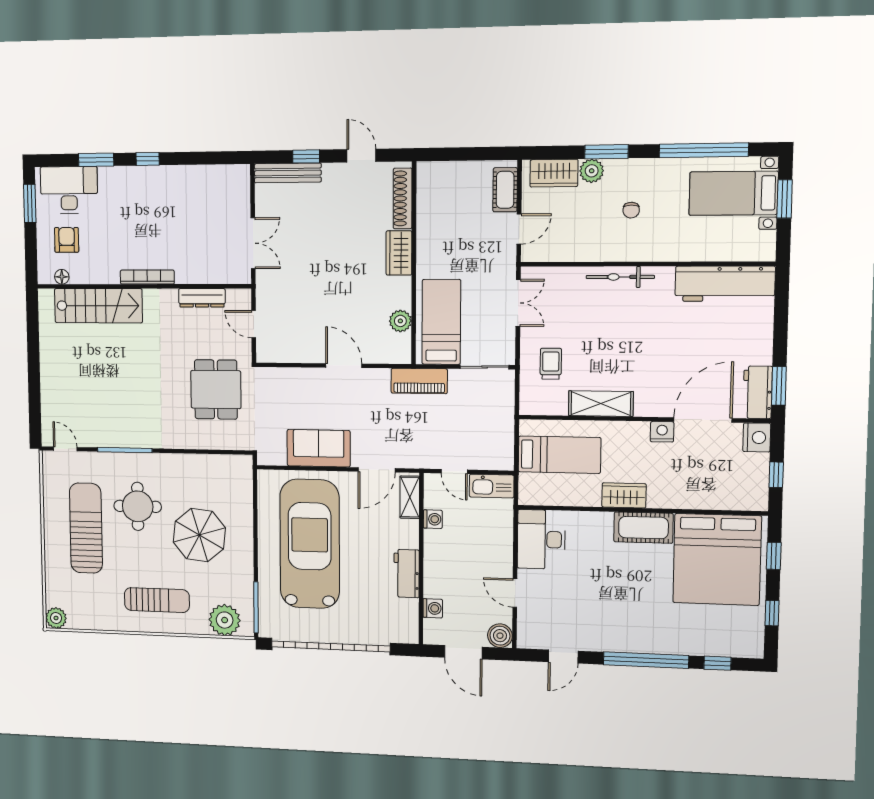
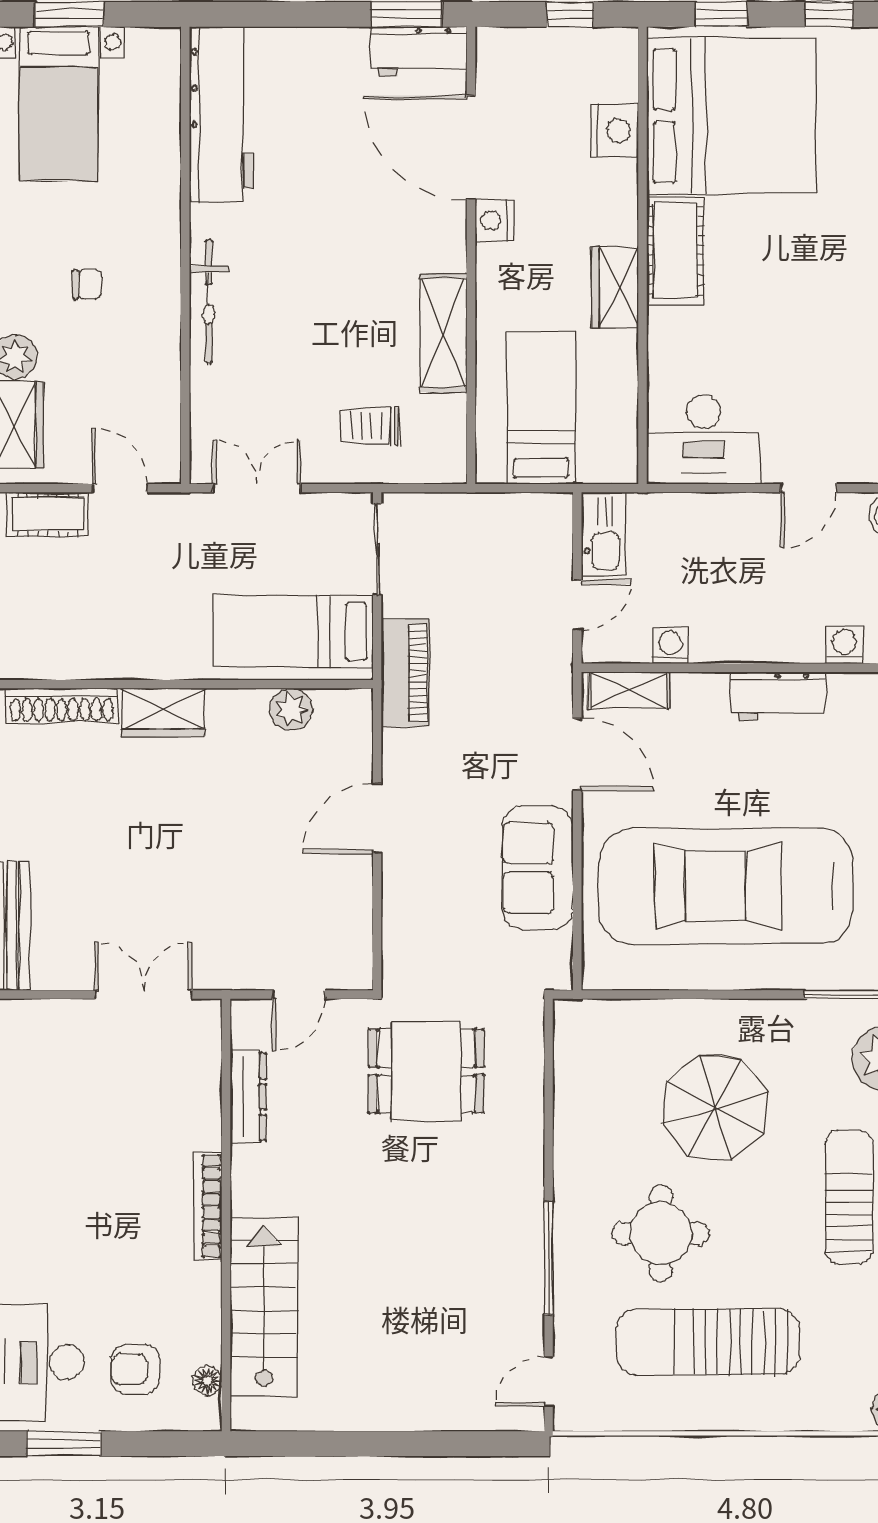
nightstand: (757, 437) -> (614, 131), moved, turned 90

